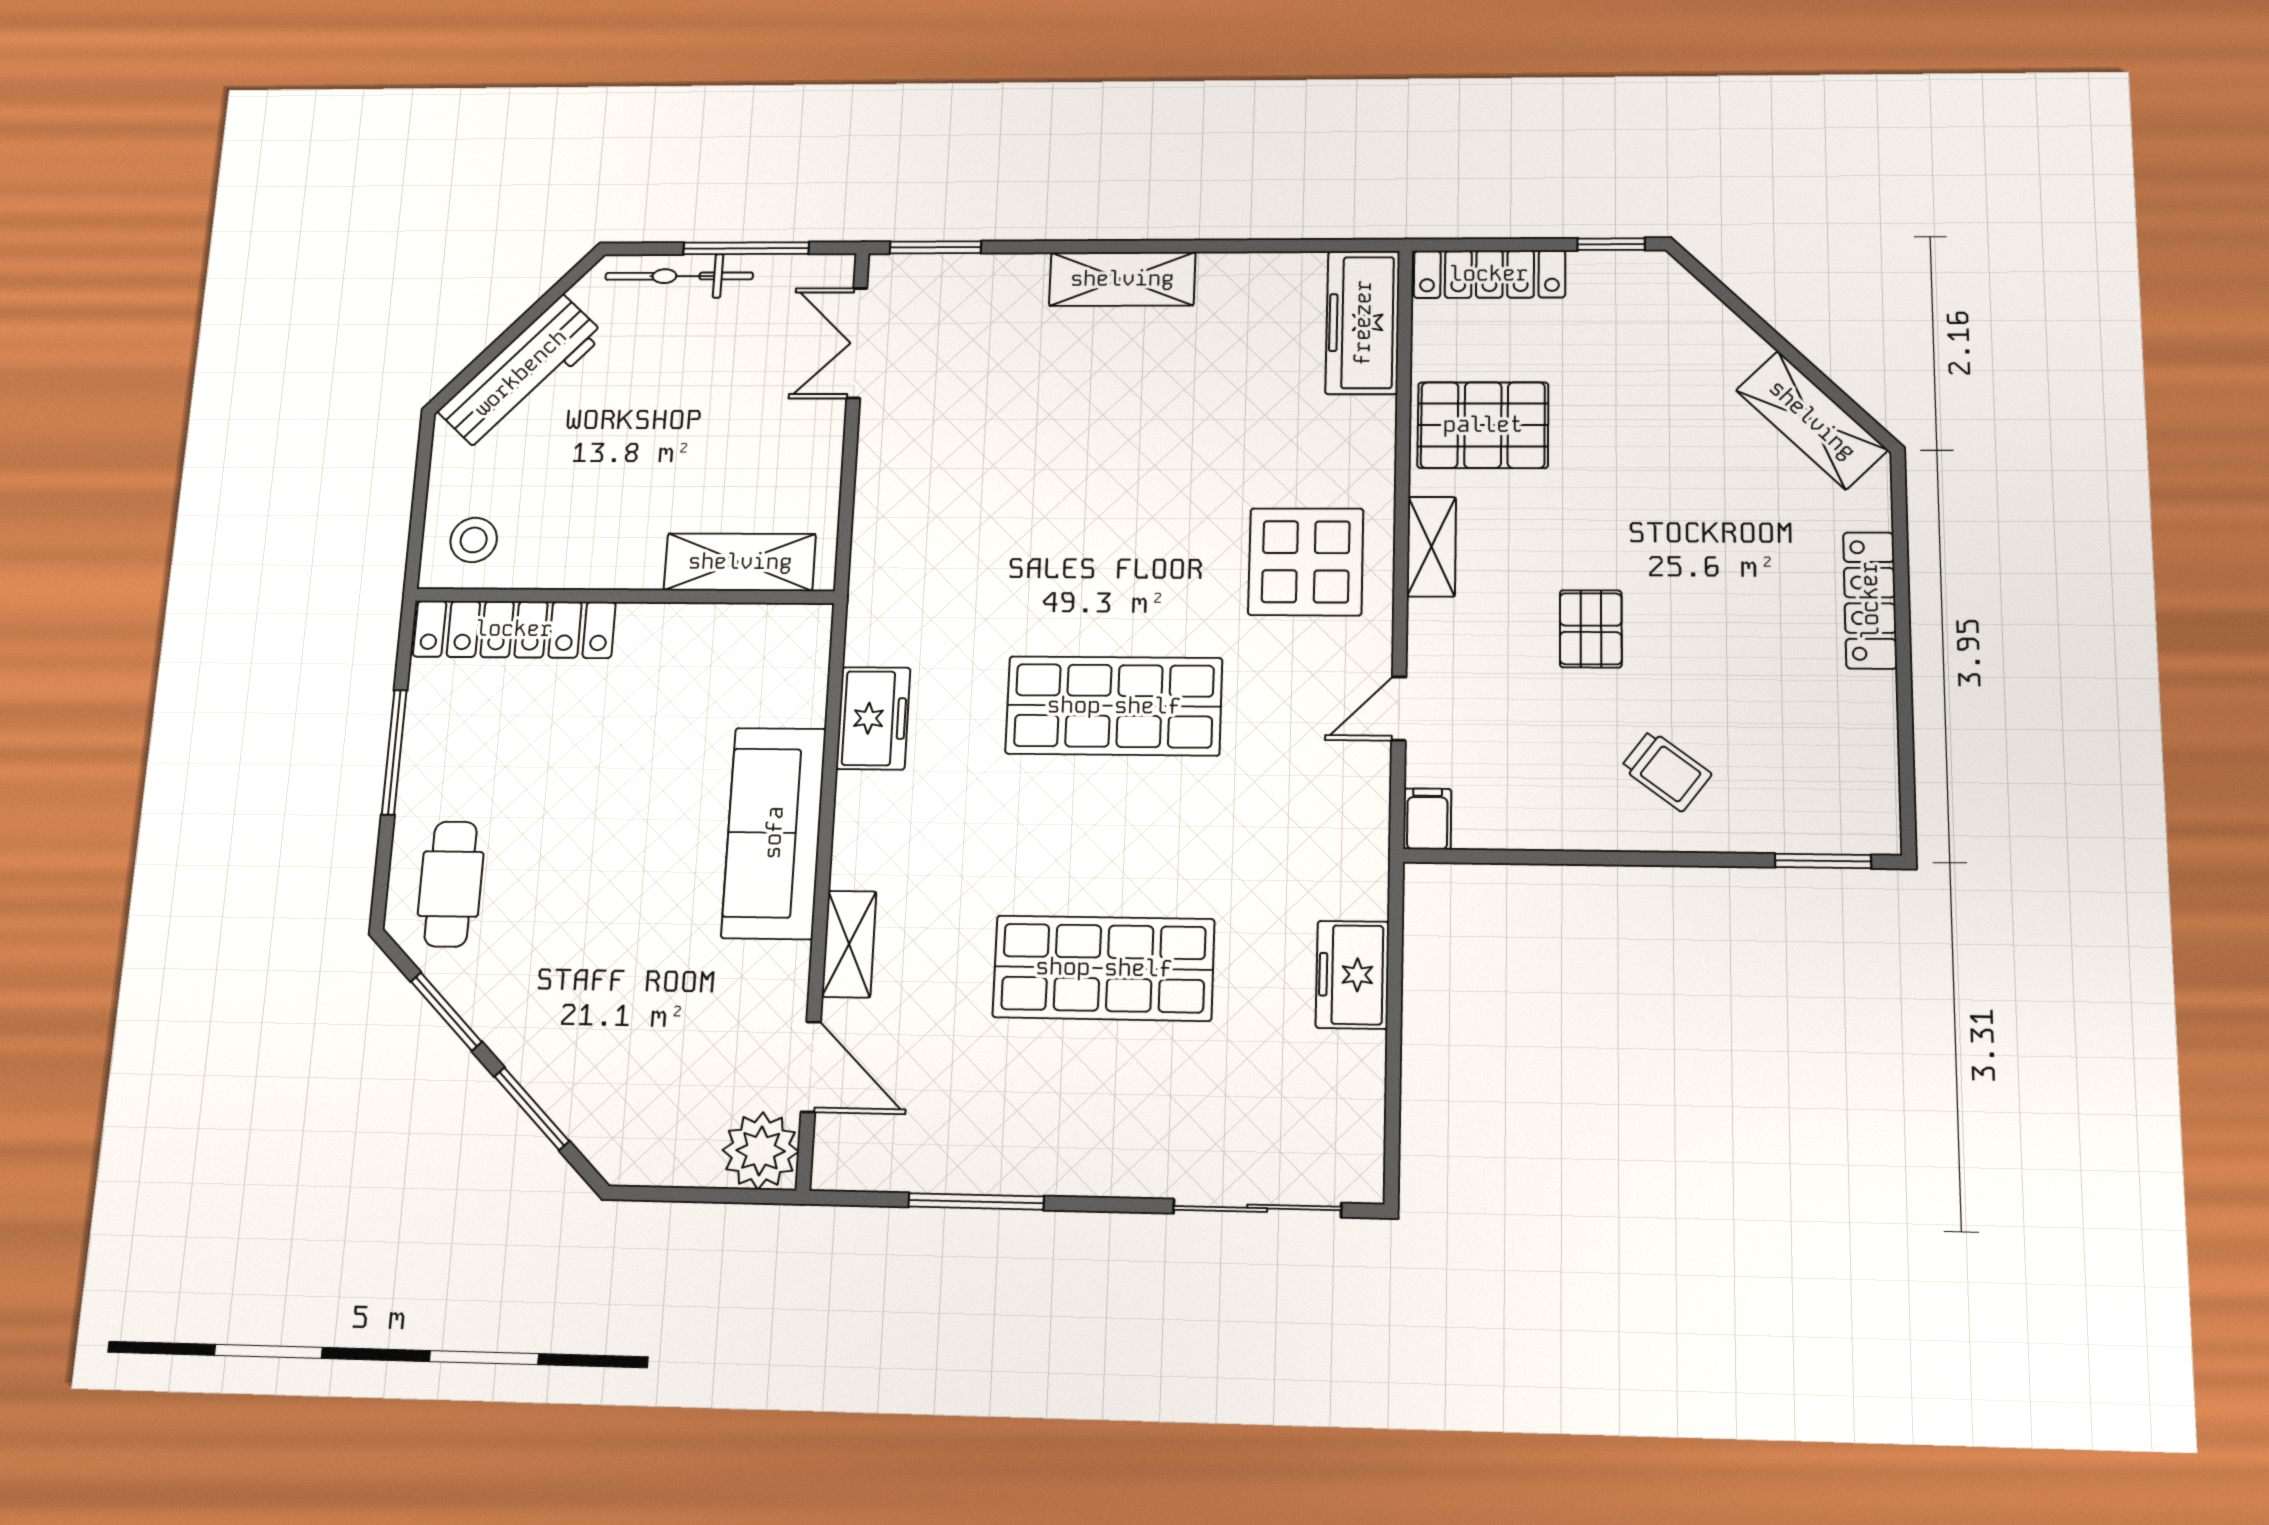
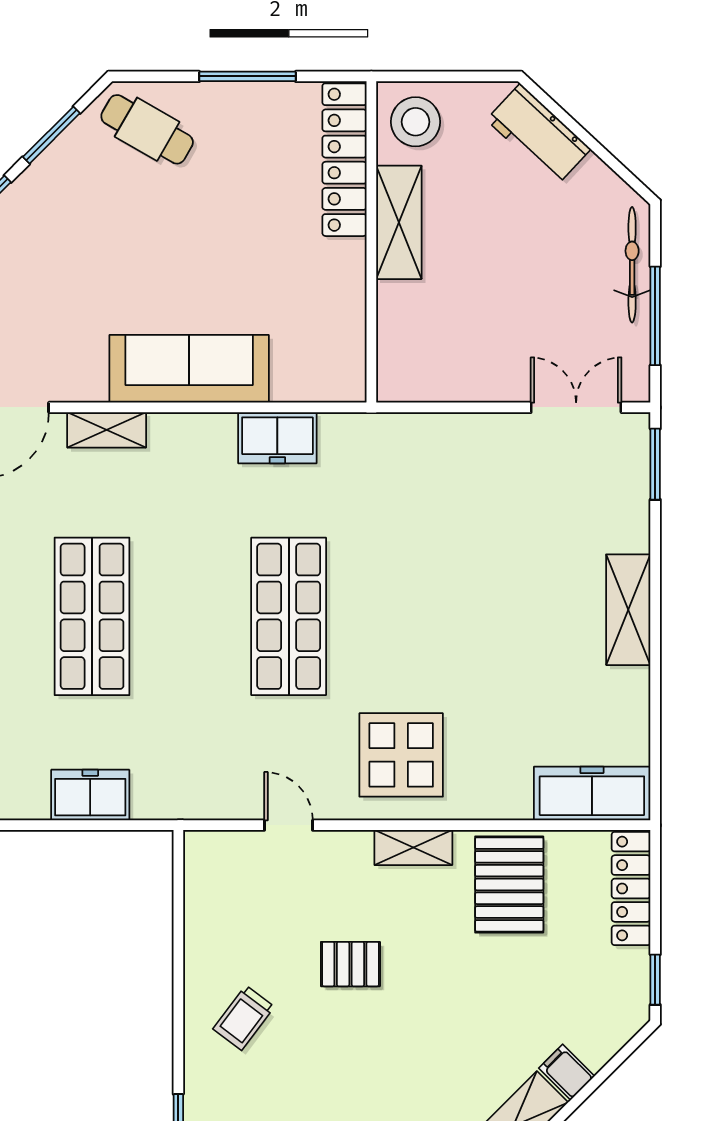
workbench: (521, 373) -> (539, 134), width x0.73
stool: (474, 540) -> (416, 122), width x1.38, depth x1.38
shelving: (740, 562) -> (399, 222), moved
filing cabinet: (1427, 819) -> (567, 1072), moved, turned -135
cafe table: (451, 884) -> (147, 129), turned 30

